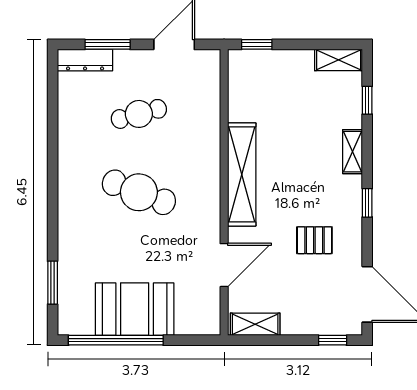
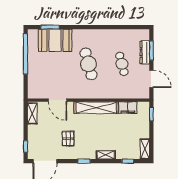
dresser: (85, 60) -> (145, 52), moved
filing cabinet: (242, 100) -> (128, 108), added
cafe table: (139, 192) -> (88, 64), turned -36
booth: (135, 309) -> (55, 40), moved, turned 90

